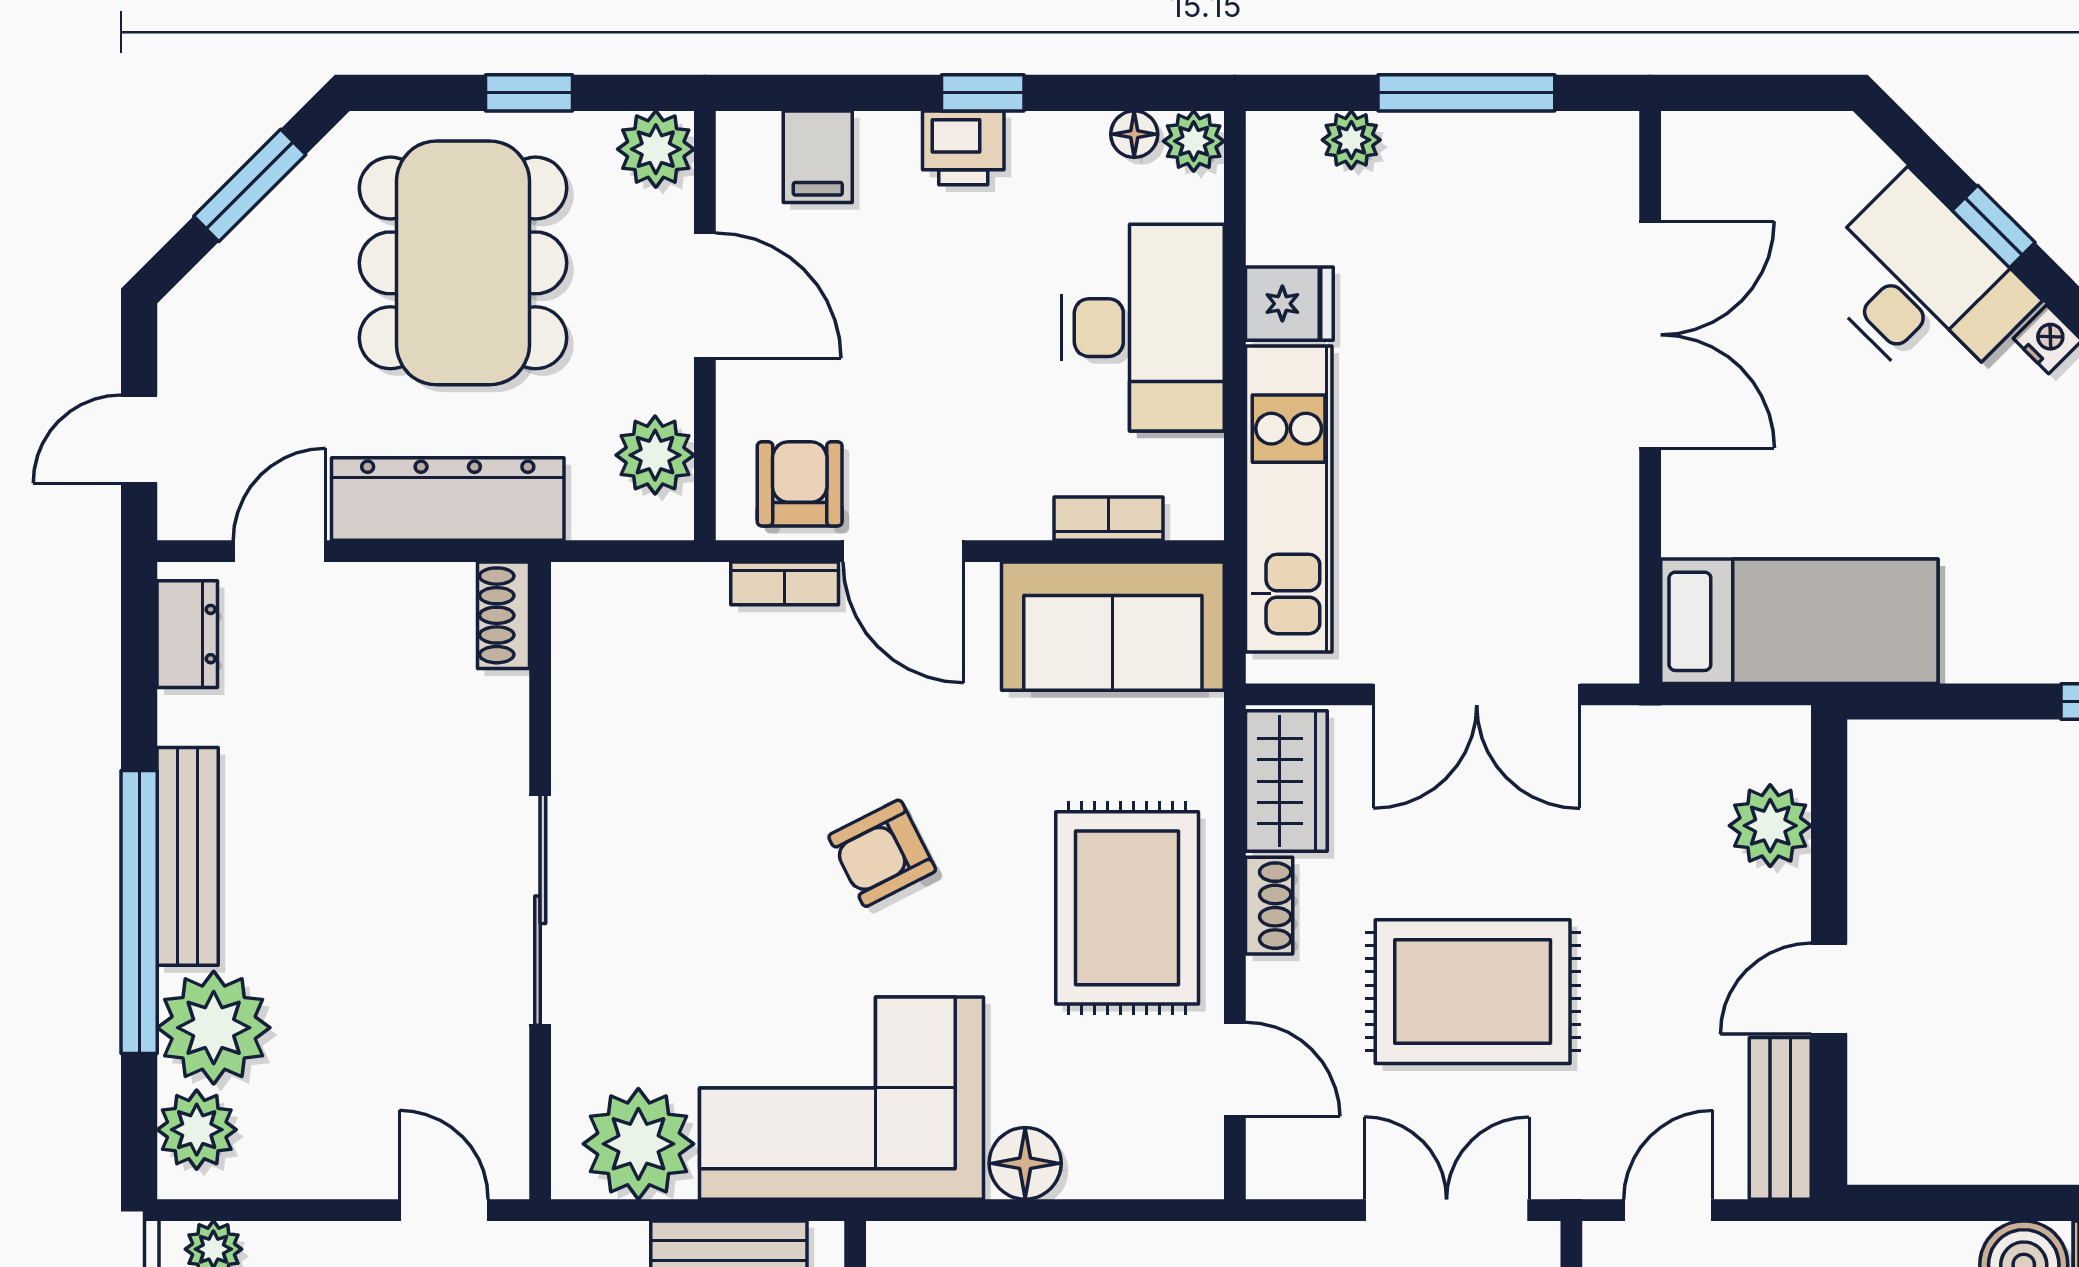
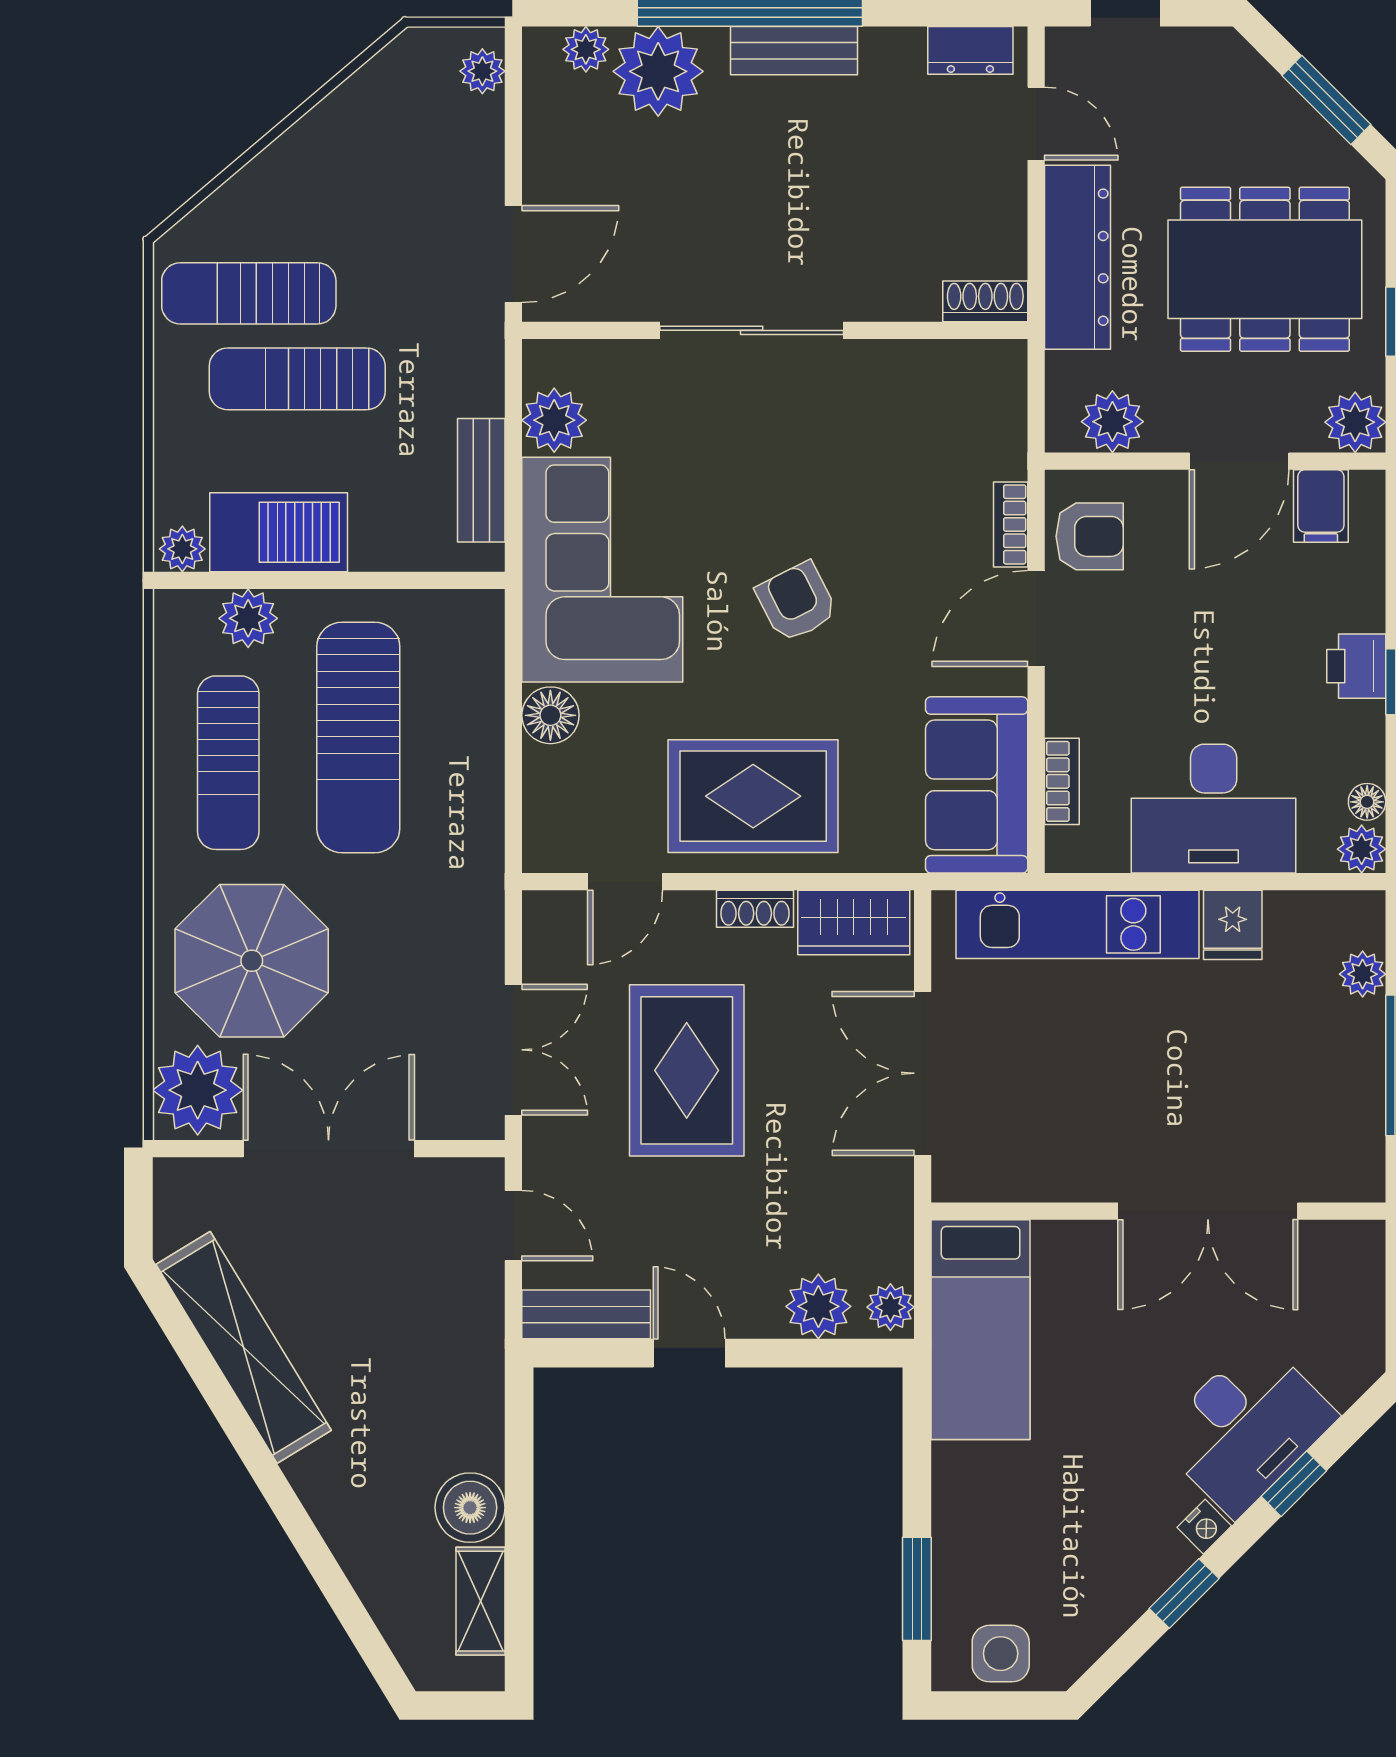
filing cabinet: (818, 157) -> (1321, 506), moved, turned -90
plant: (1771, 735) -> (890, 1307), added
bench: (188, 856) -> (794, 51), width x0.73
plant: (197, 1130) -> (586, 49), width x0.73, depth x0.73
plant: (638, 1144) -> (554, 420), width x0.73, depth x0.73
door: (444, 1210) -> (513, 254), width x1.38

